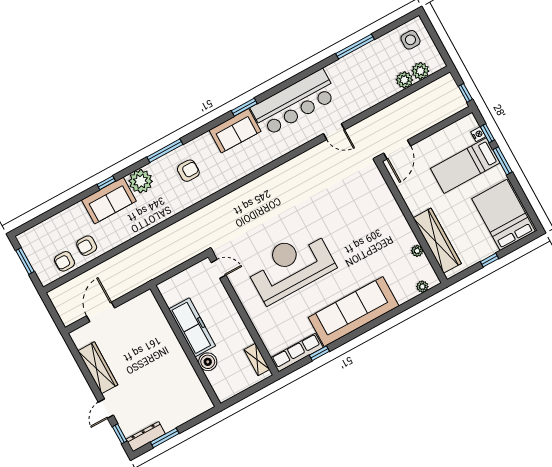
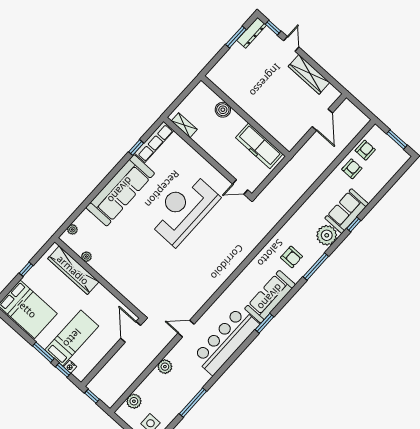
plant: (404, 80) -> (165, 367), moved
sofa: (235, 131) -> (270, 297), width x1.36
armchair: (188, 171) -> (292, 257), turned -90
reception desk: (290, 266) -> (183, 209), turned 180
freezer: (192, 327) -> (259, 146), moved

